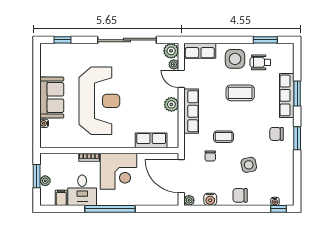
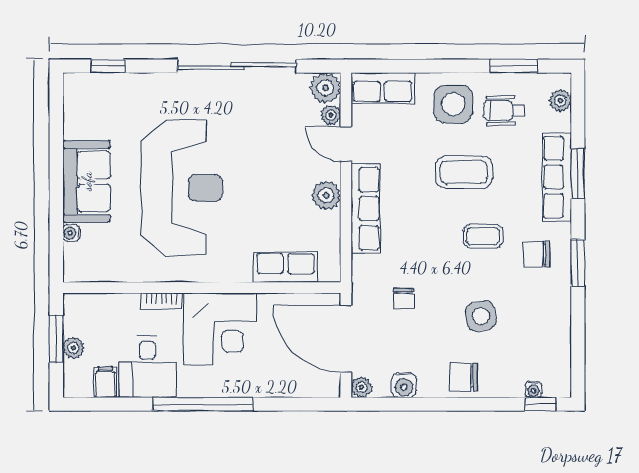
plant: (288, 57) -> (560, 101), added
coffee table: (224, 137) -> (483, 236), moved

